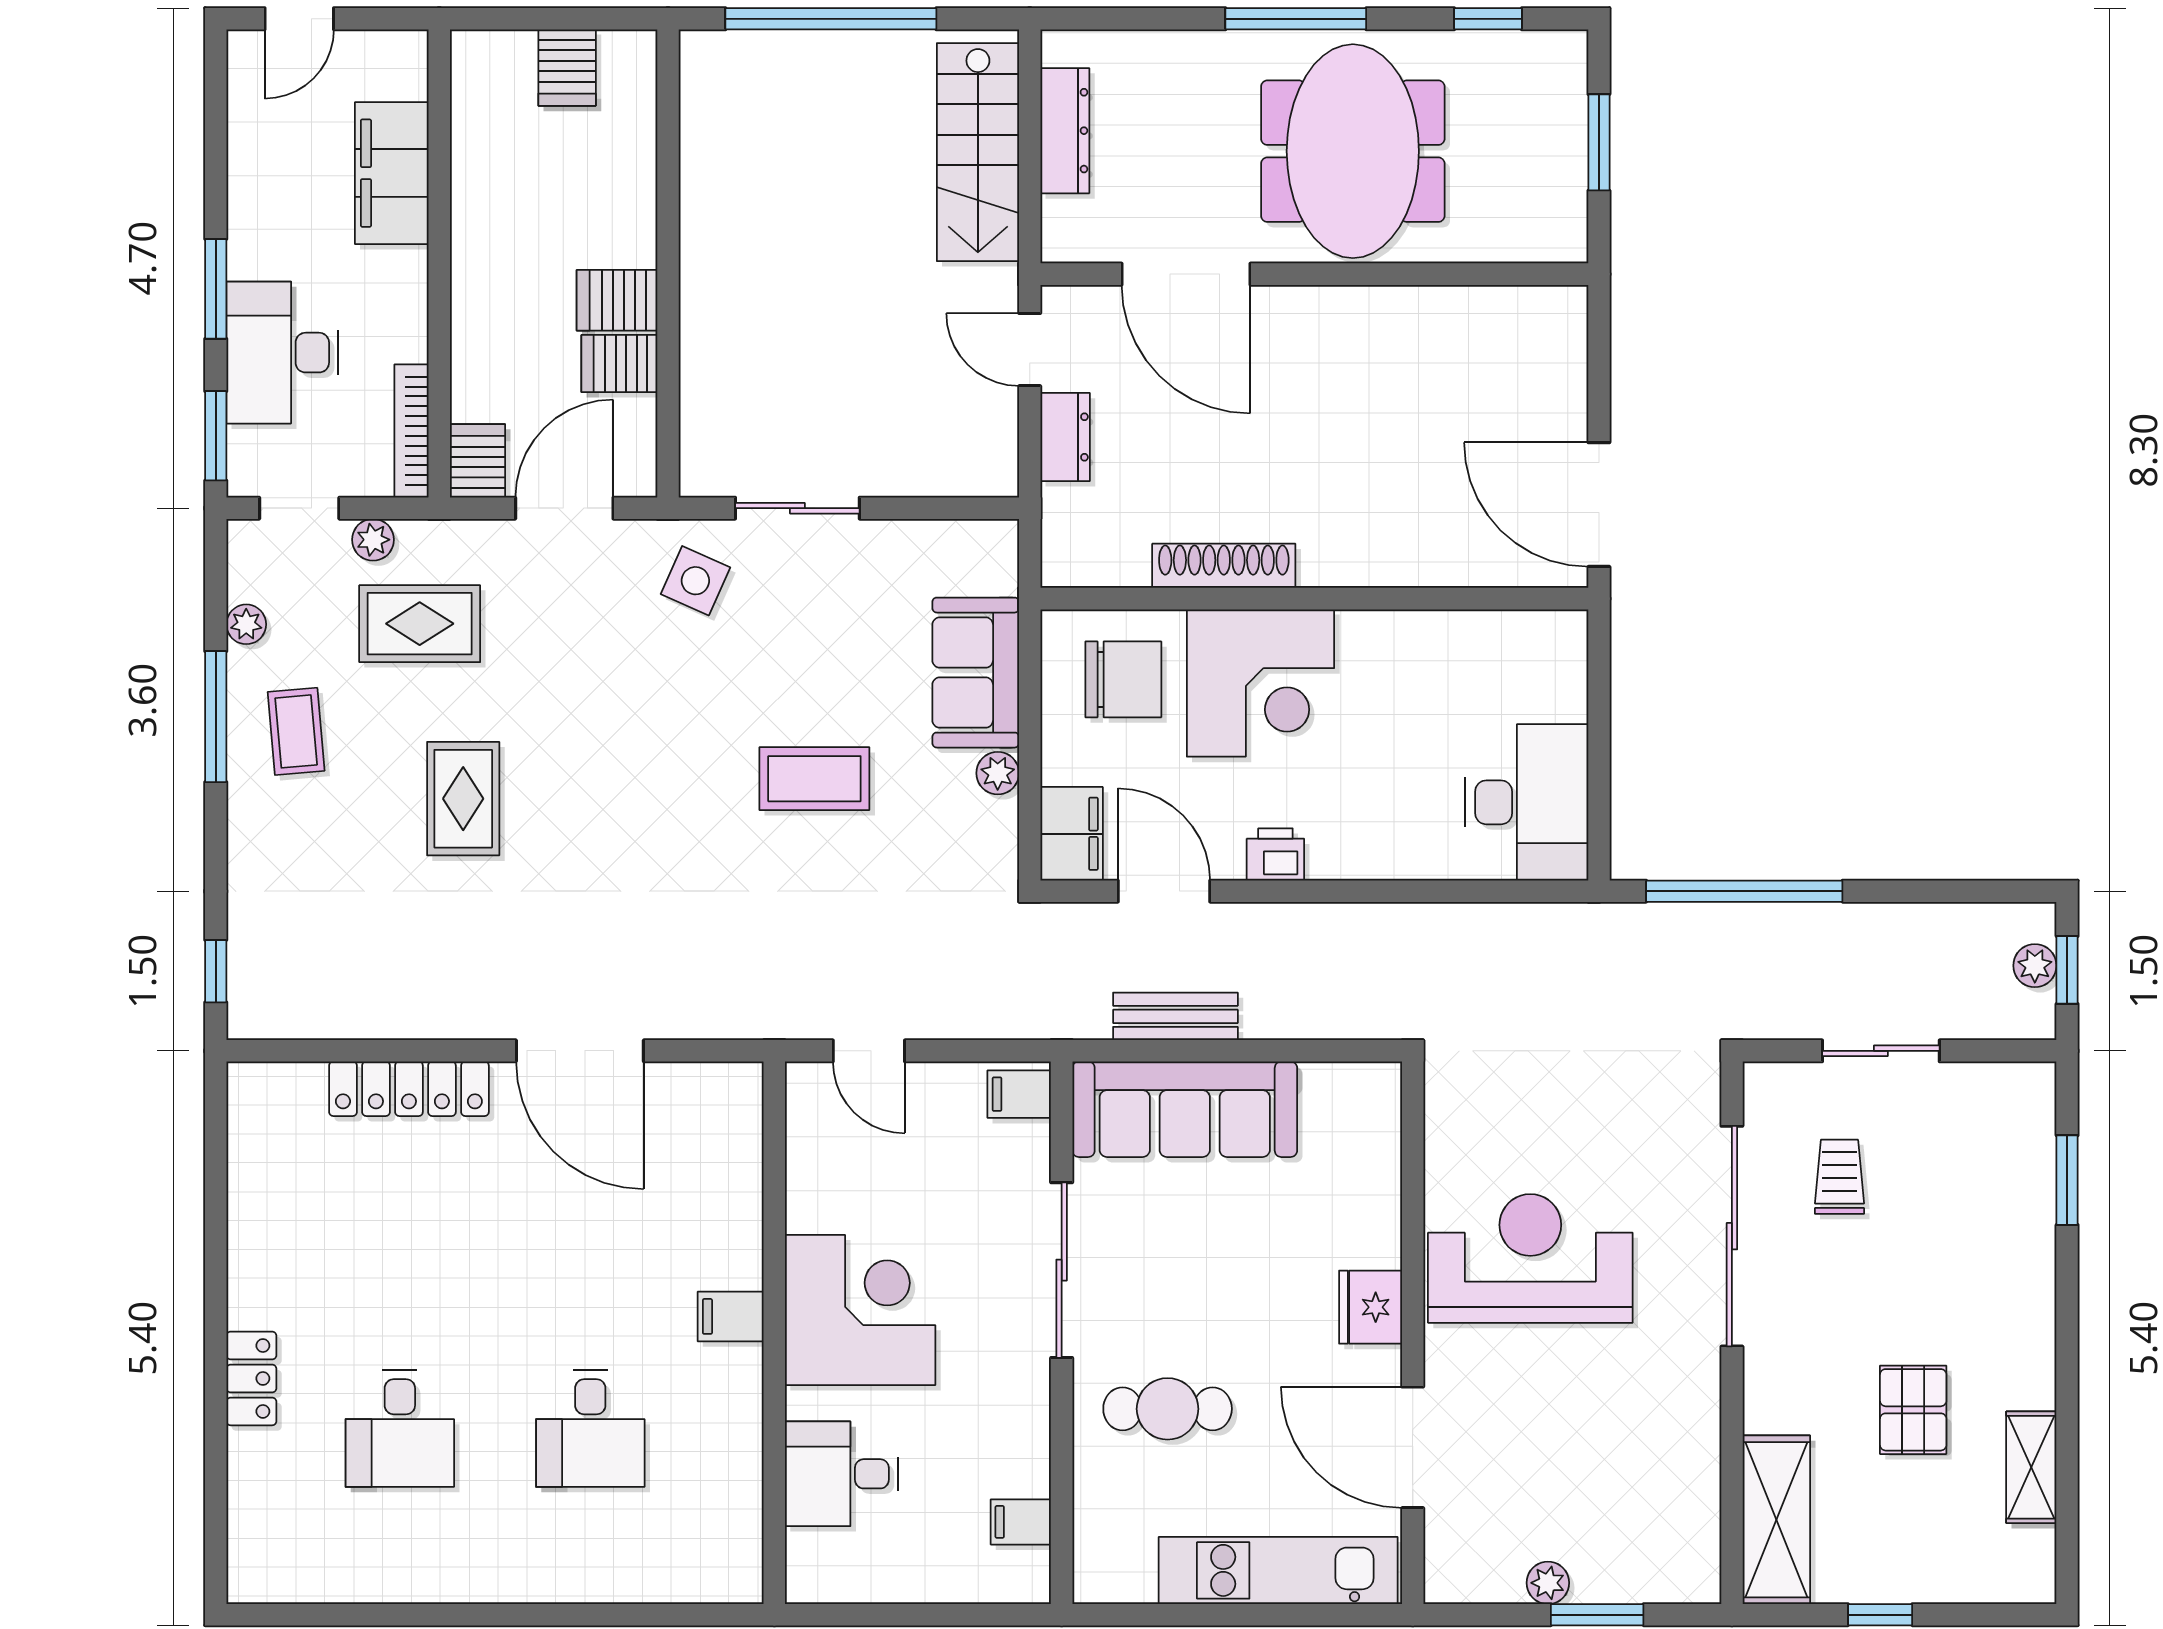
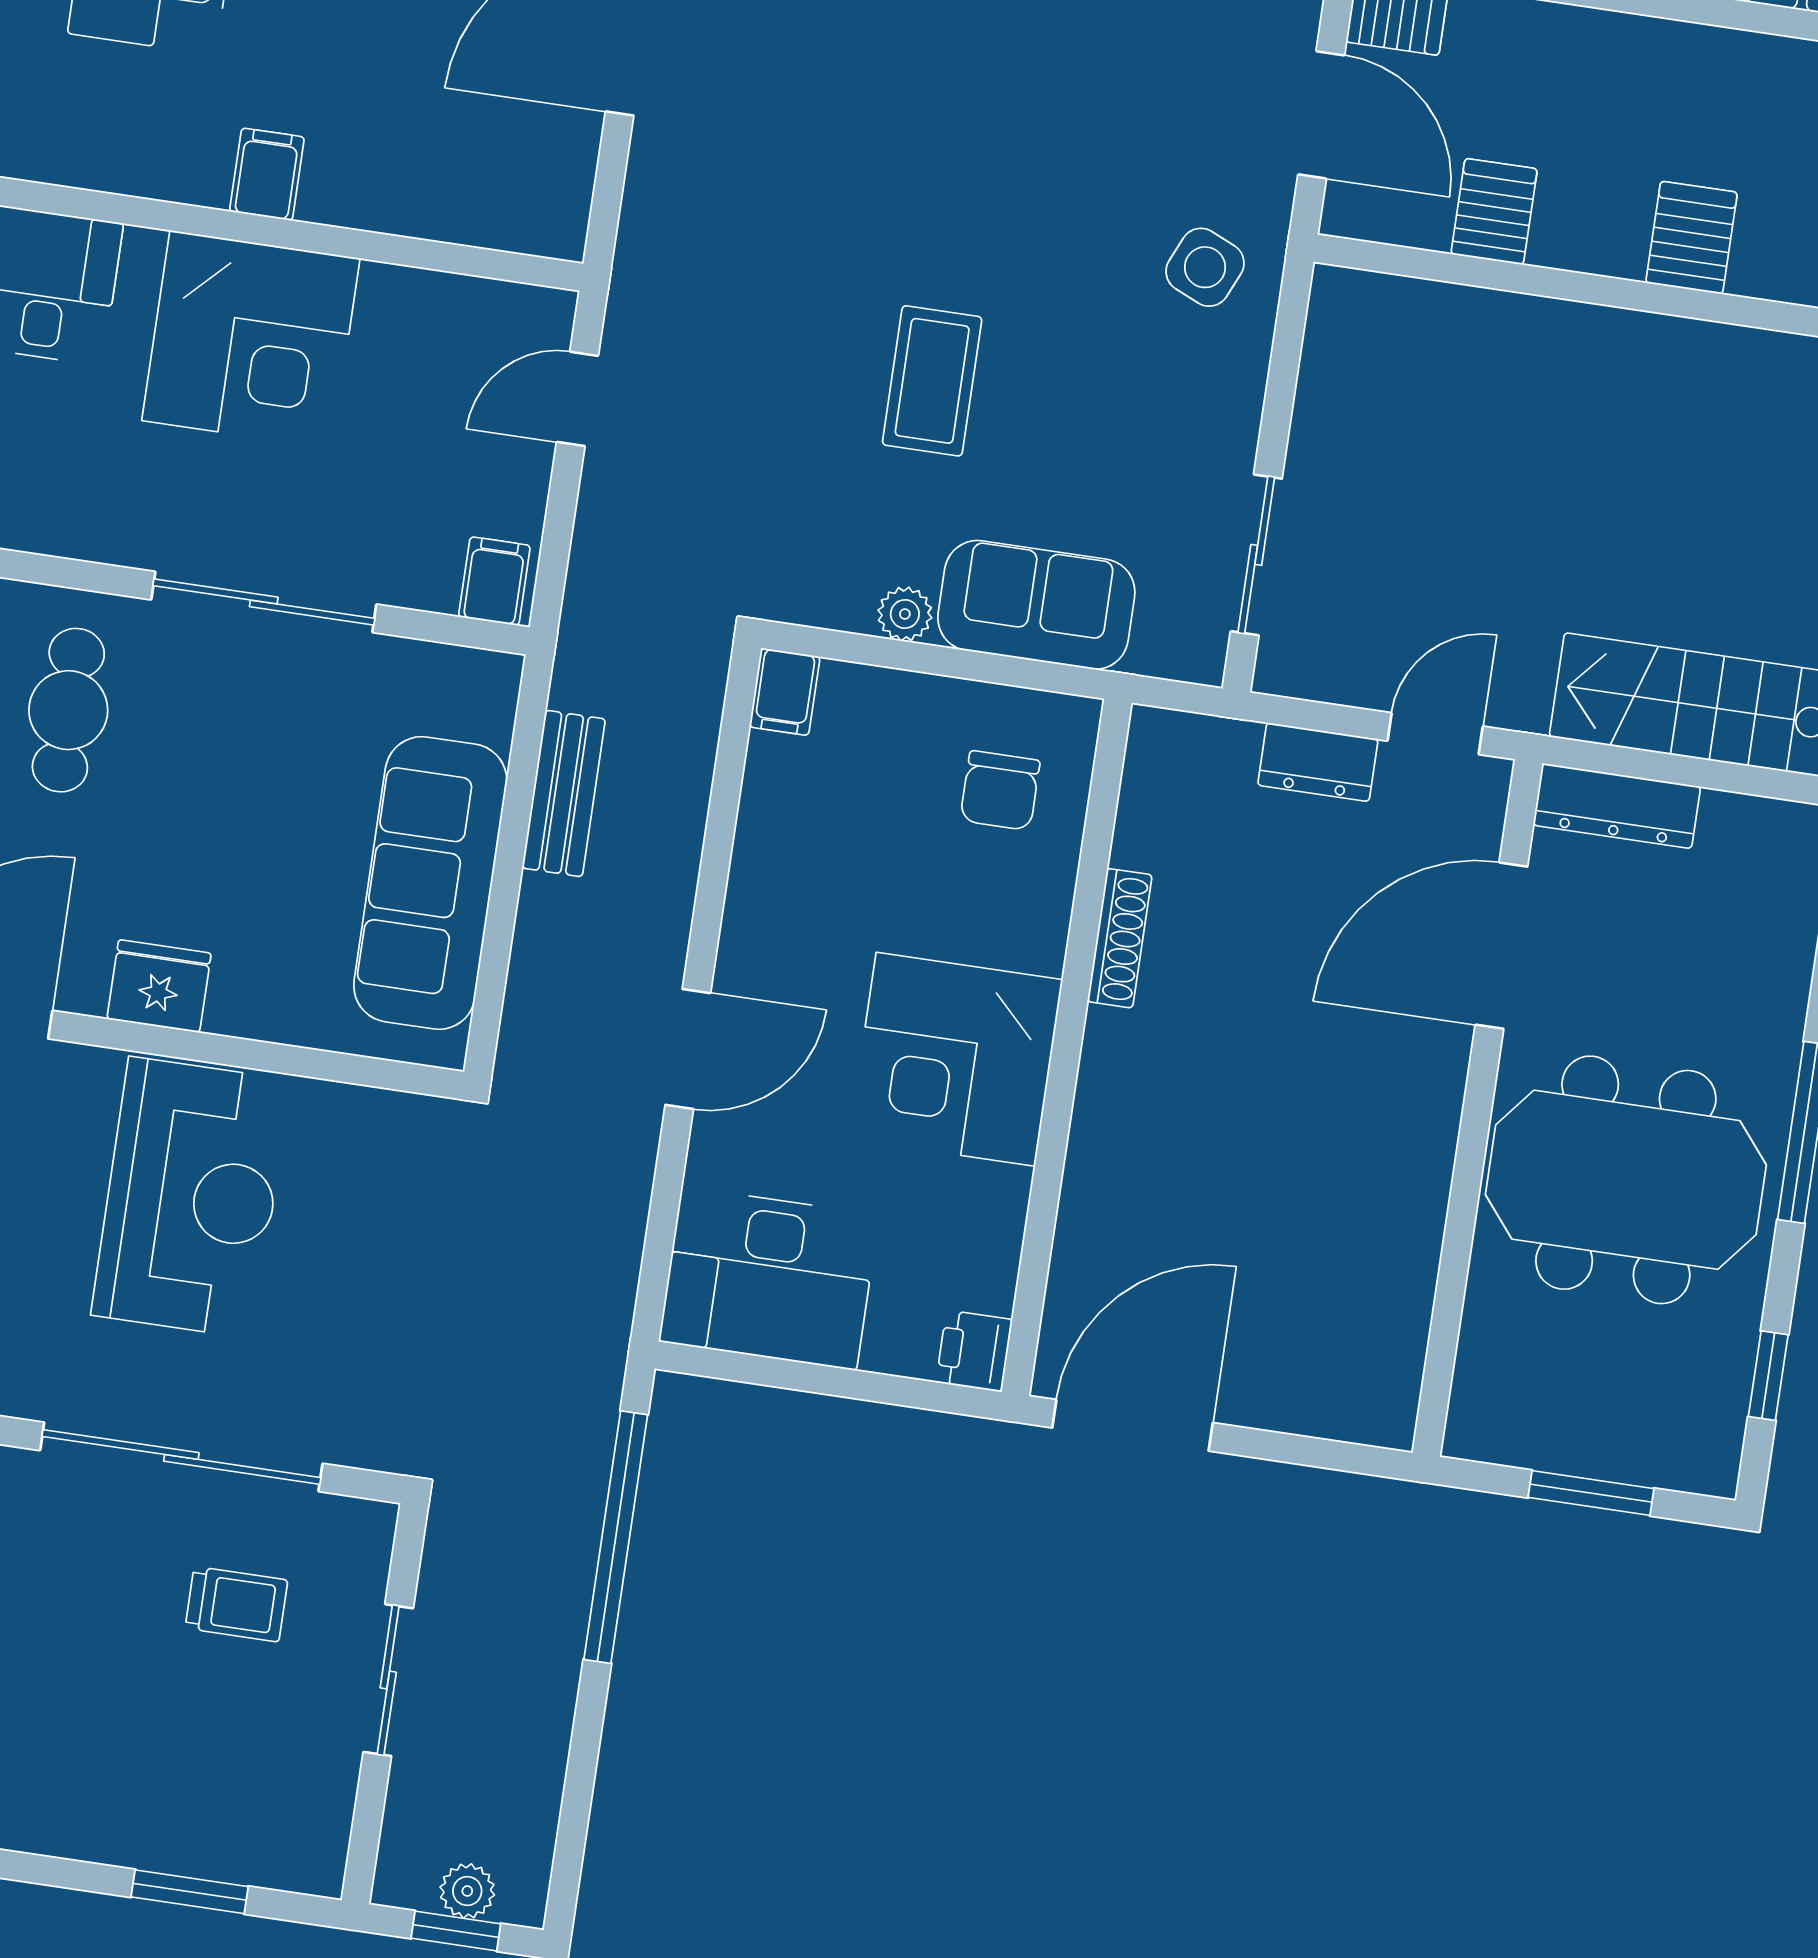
dresser: (1065, 131) -> (1617, 806), moved
server rack: (617, 300) -> (1692, 238), moved
sliding door: (797, 508) -> (1256, 555), moved
shoe rack: (1224, 566) -> (1120, 938), width x0.74, depth x0.81
chair: (1123, 679) -> (1000, 791), width x0.73, depth x0.73
corner desk: (1260, 683) -> (956, 1059), moved
filing cabinet: (1072, 834) -> (785, 692), width x0.50
printer: (1275, 854) -> (974, 1351), moved, turned 180
door: (1164, 891) -> (688, 1049), moved
sofa: (1185, 1109) -> (430, 883), moved

